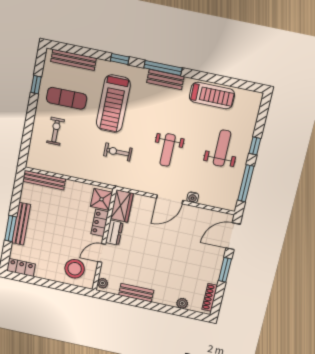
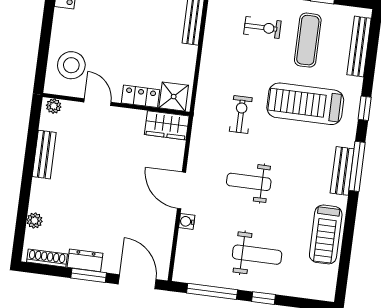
dresser: (114, 233) -> (85, 260), moved, turned 180

